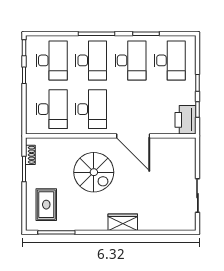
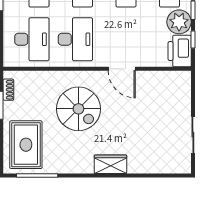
plant: (185, 93) -> (179, 22), added
door: (133, 136) -> (122, 69), width x0.73
rug: (46, 205) -> (26, 145), width x1.36, depth x1.43

